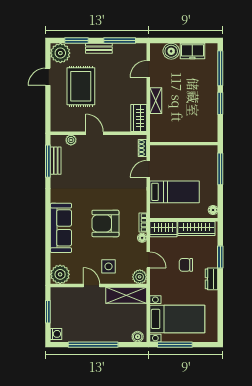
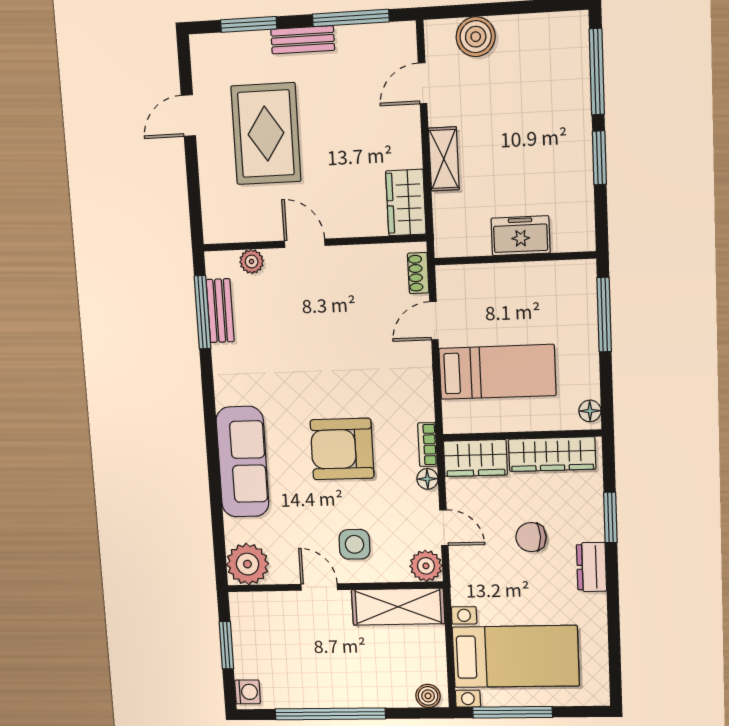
freezer: (192, 51) -> (521, 236), moved, turned 180
plant: (60, 53) -> (213, 57), removed

